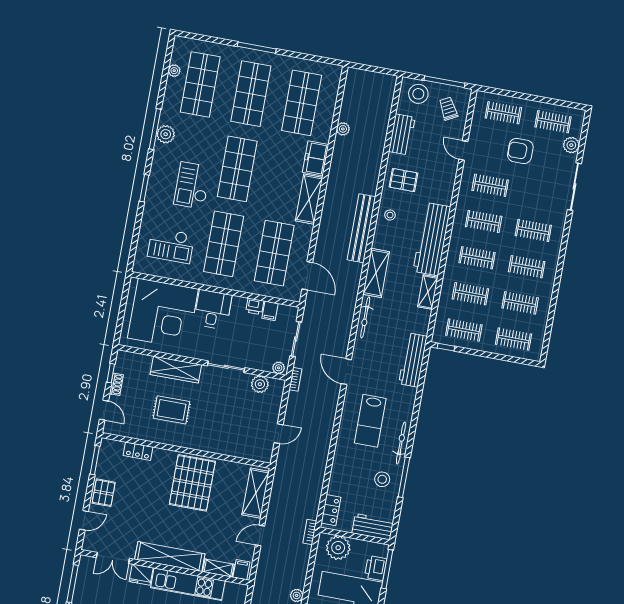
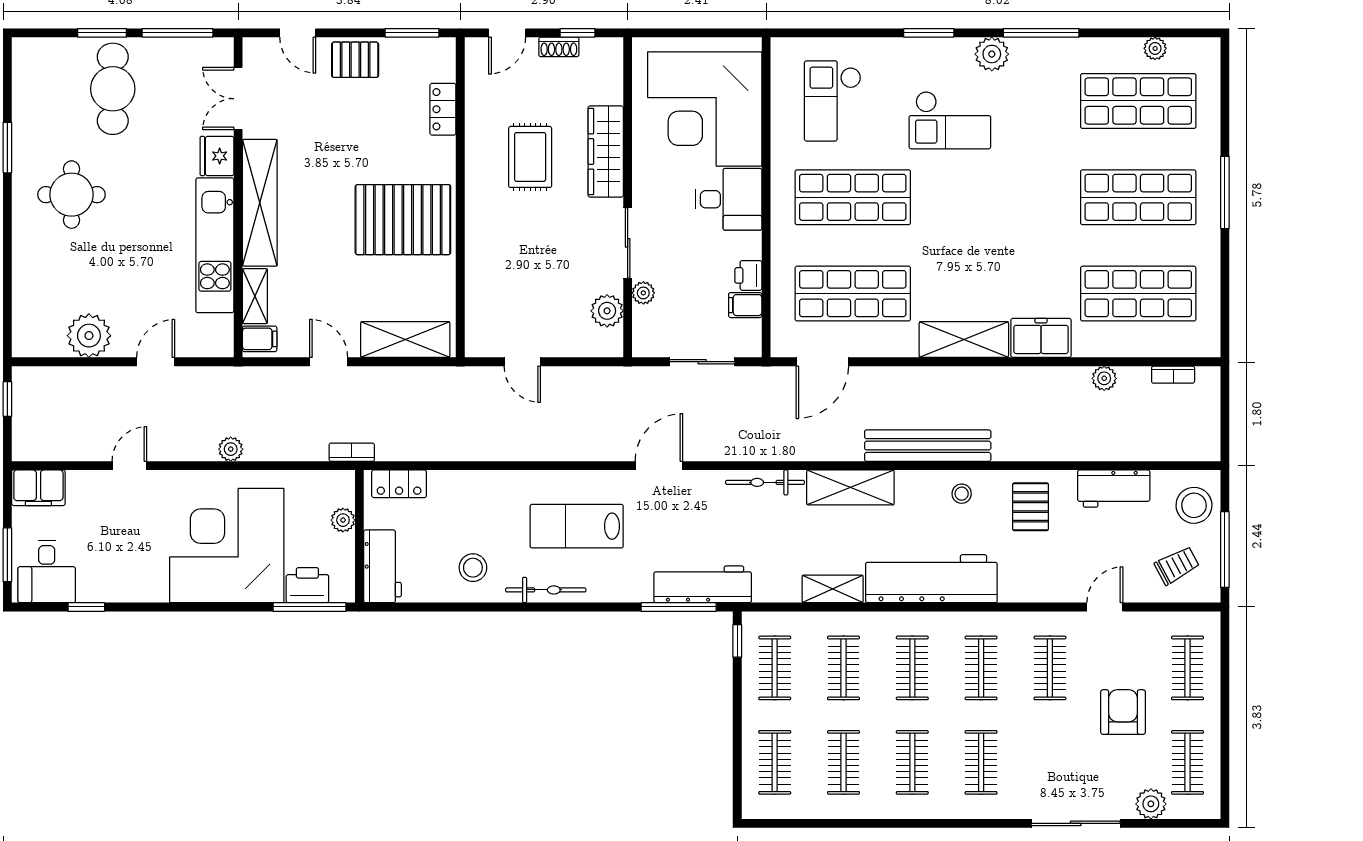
plant: (166, 134) -> (992, 54), moved
shop shelf: (237, 169) -> (996, 197), removed
checkout: (192, 185) -> (950, 120), turned 180
plant: (279, 368) -> (643, 293), moved
bookcase: (295, 379) -> (1173, 375), moved
window: (404, 477) -> (679, 607), moved
plant: (338, 548) -> (343, 520), width x0.53, depth x0.53

